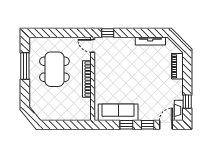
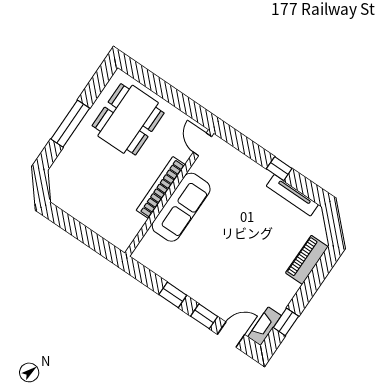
window: (108, 33) -> (279, 169), moved
window: (25, 66) -> (70, 124), moved
dining table: (54, 69) -> (128, 119), moved
sofa: (118, 112) -> (181, 207), moved, turned 90

